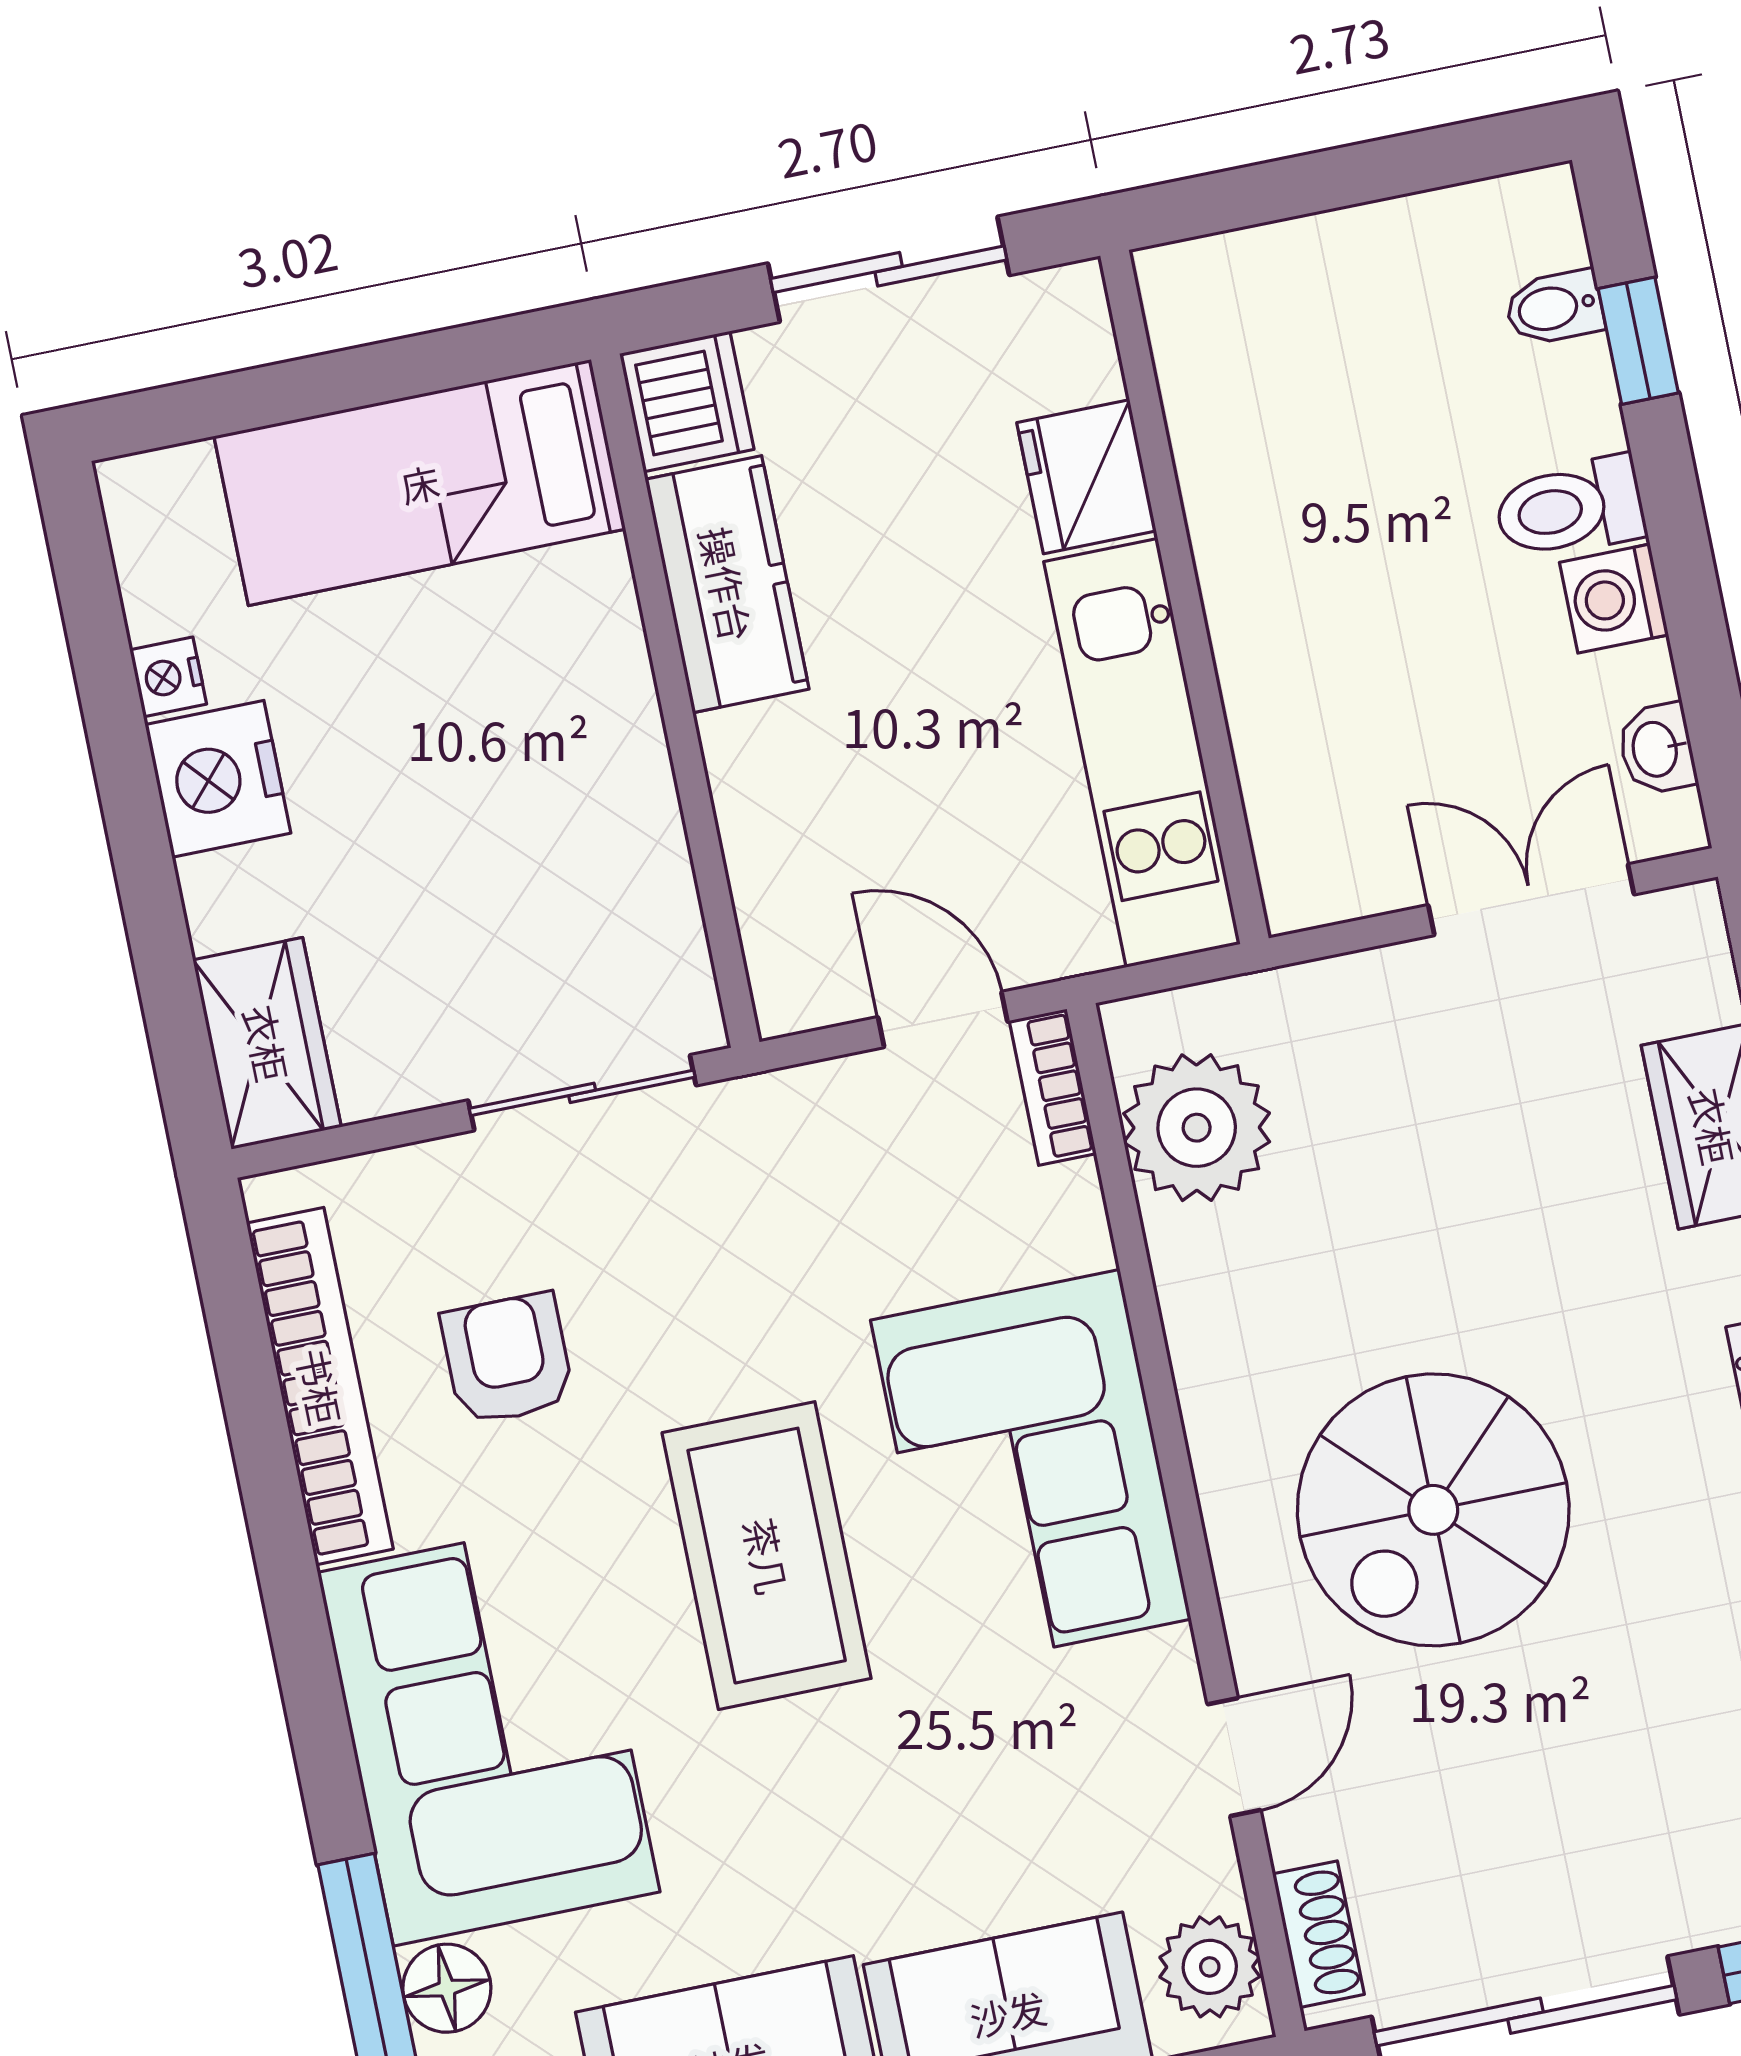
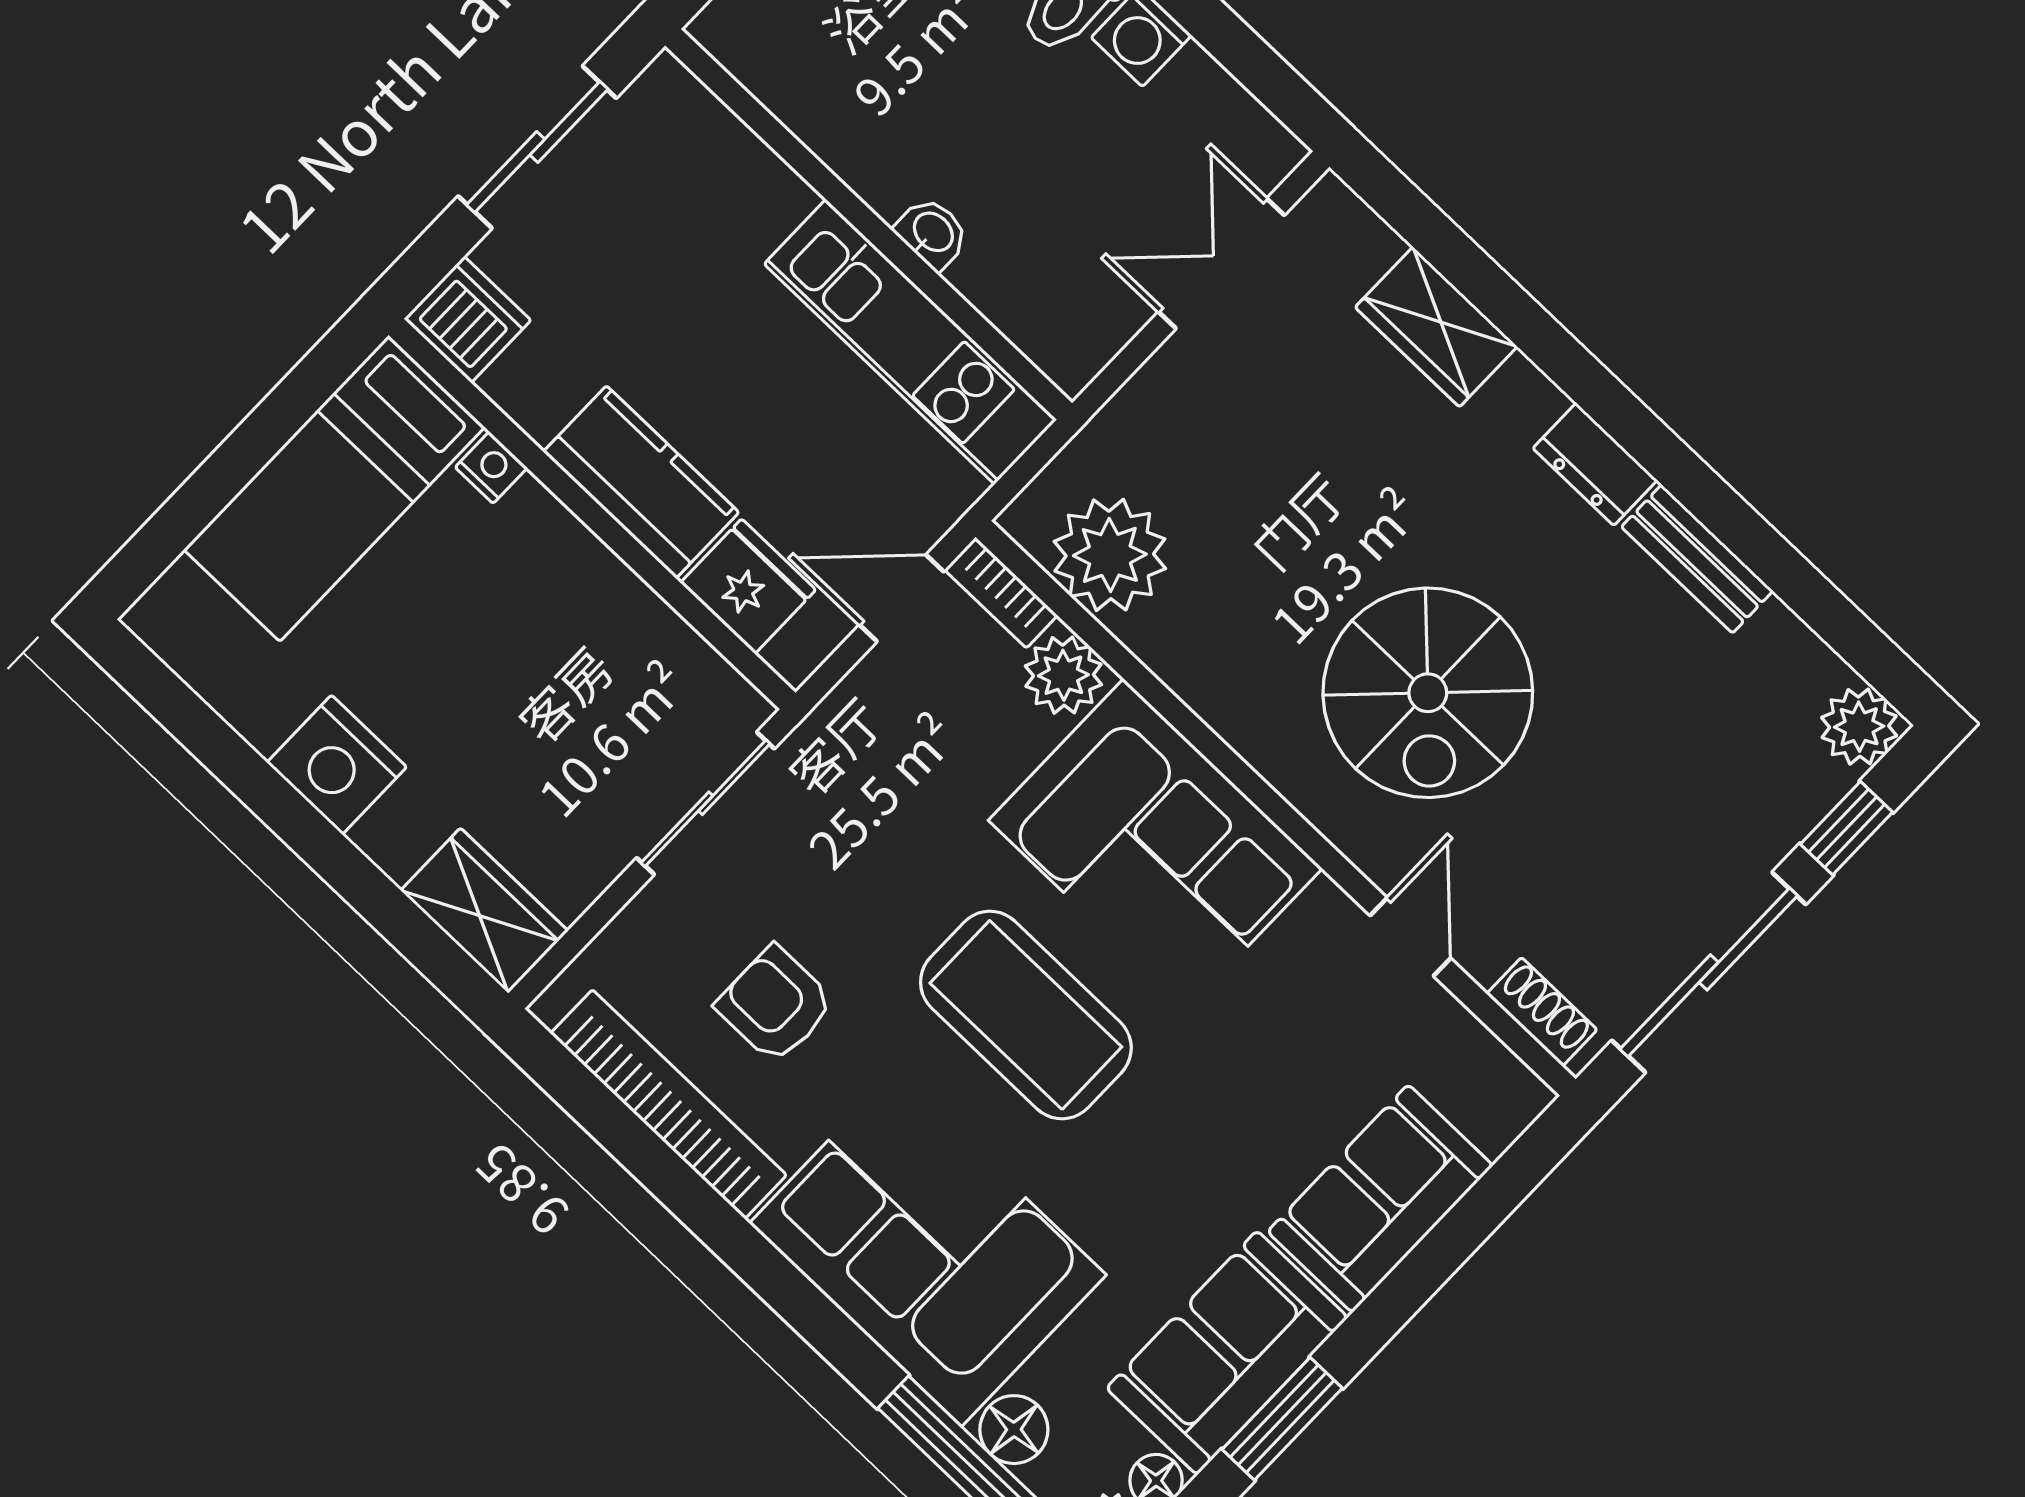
fridge: (1086, 477) -> (748, 586), moved, turned 180
kitchen counter: (727, 584) -> (641, 482), moved
nightstand: (168, 677) -> (491, 468), moved, turned 180
washbasin: (1657, 749) -> (932, 233), moved, turned 180
plant: (1210, 1967) -> (1063, 675), moved

